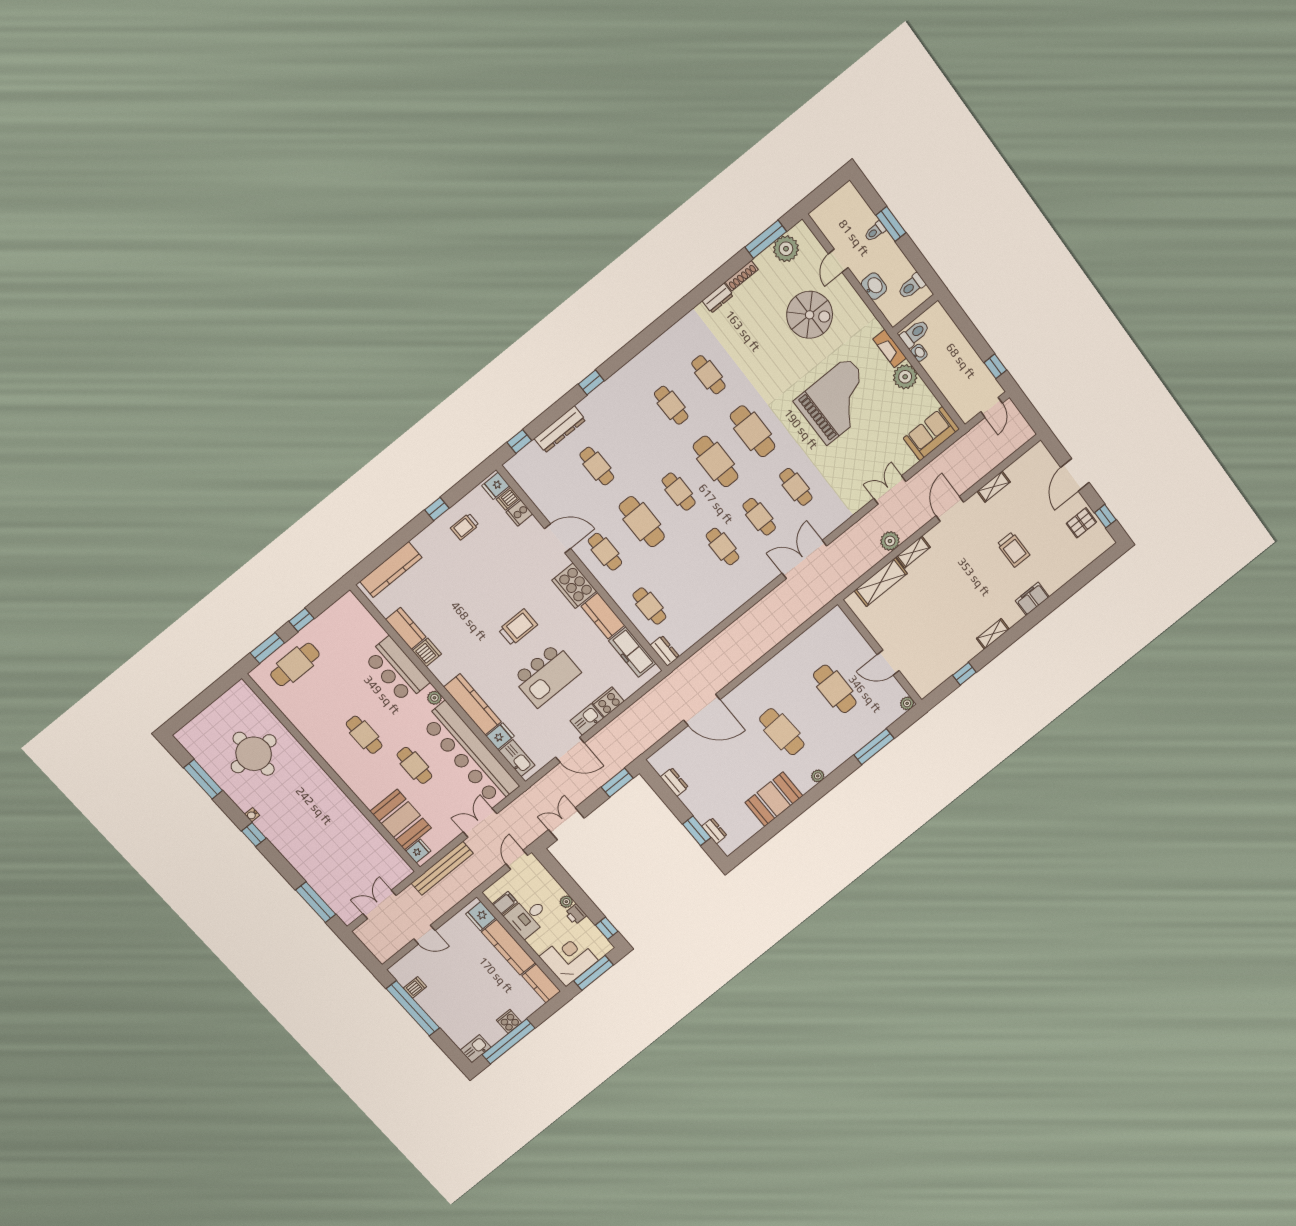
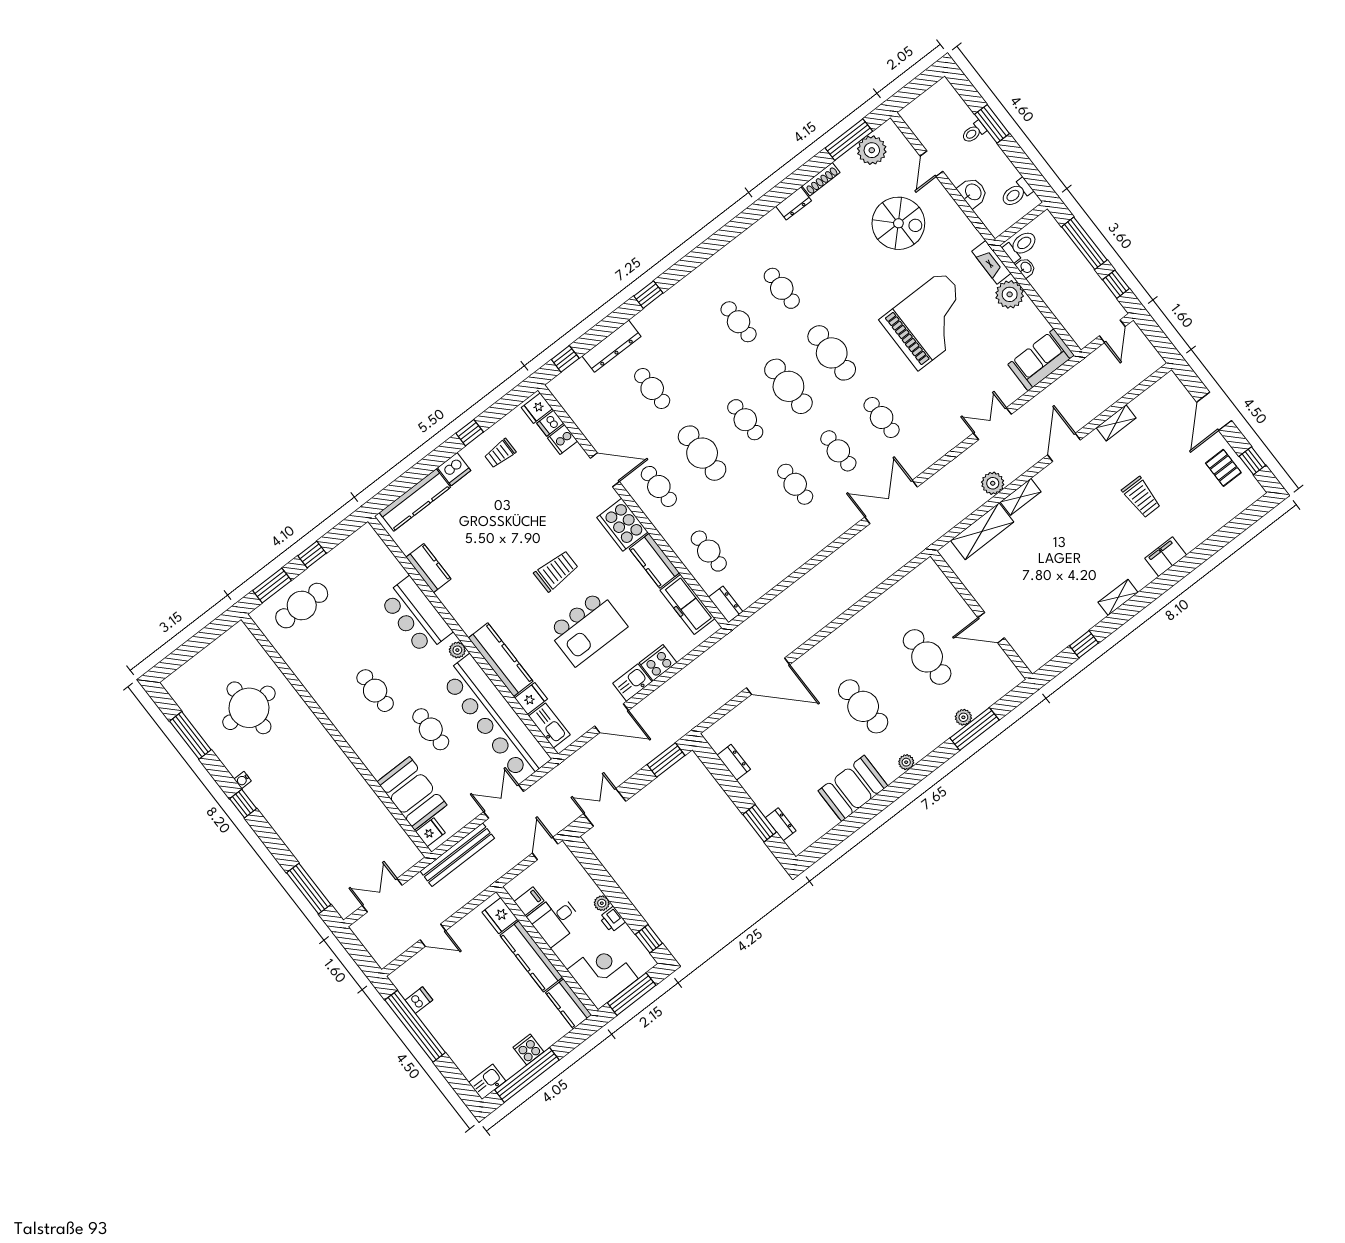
window: (969, 331) -> (1084, 243), added
pallet: (1081, 523) -> (1223, 468), turned 90
dishwasher: (427, 652) -> (454, 469), moved, turned 90
plant: (907, 703) -> (963, 717), moved

